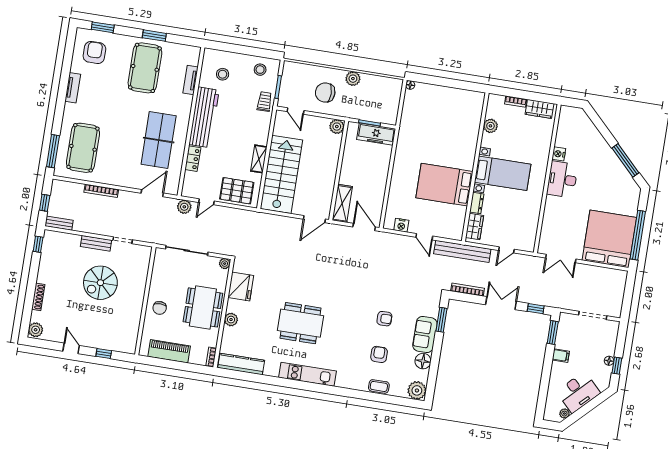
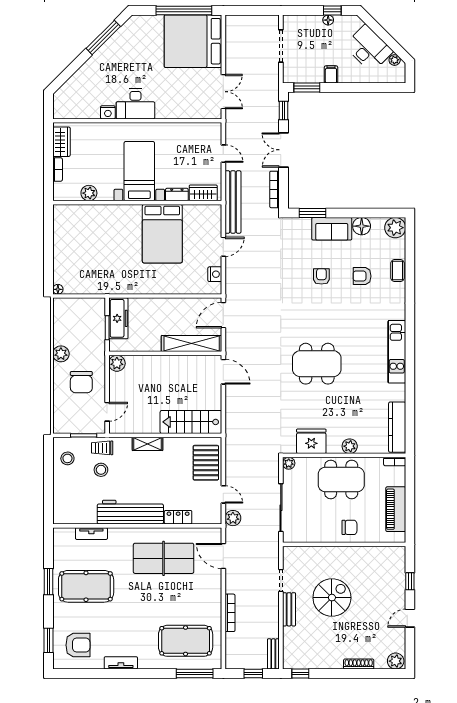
armchair: (94, 52) -> (78, 645), turned 180
stool: (223, 74) -> (101, 470), moved
shelving: (259, 159) -> (148, 444), moved
stairs: (281, 174) -> (191, 422), width x0.73, depth x0.66
shelving: (342, 203) -> (192, 343), width x1.47
spiral stairs: (100, 283) -> (332, 598), turned -90
dining table: (300, 323) -> (317, 364), moved, turned 90

